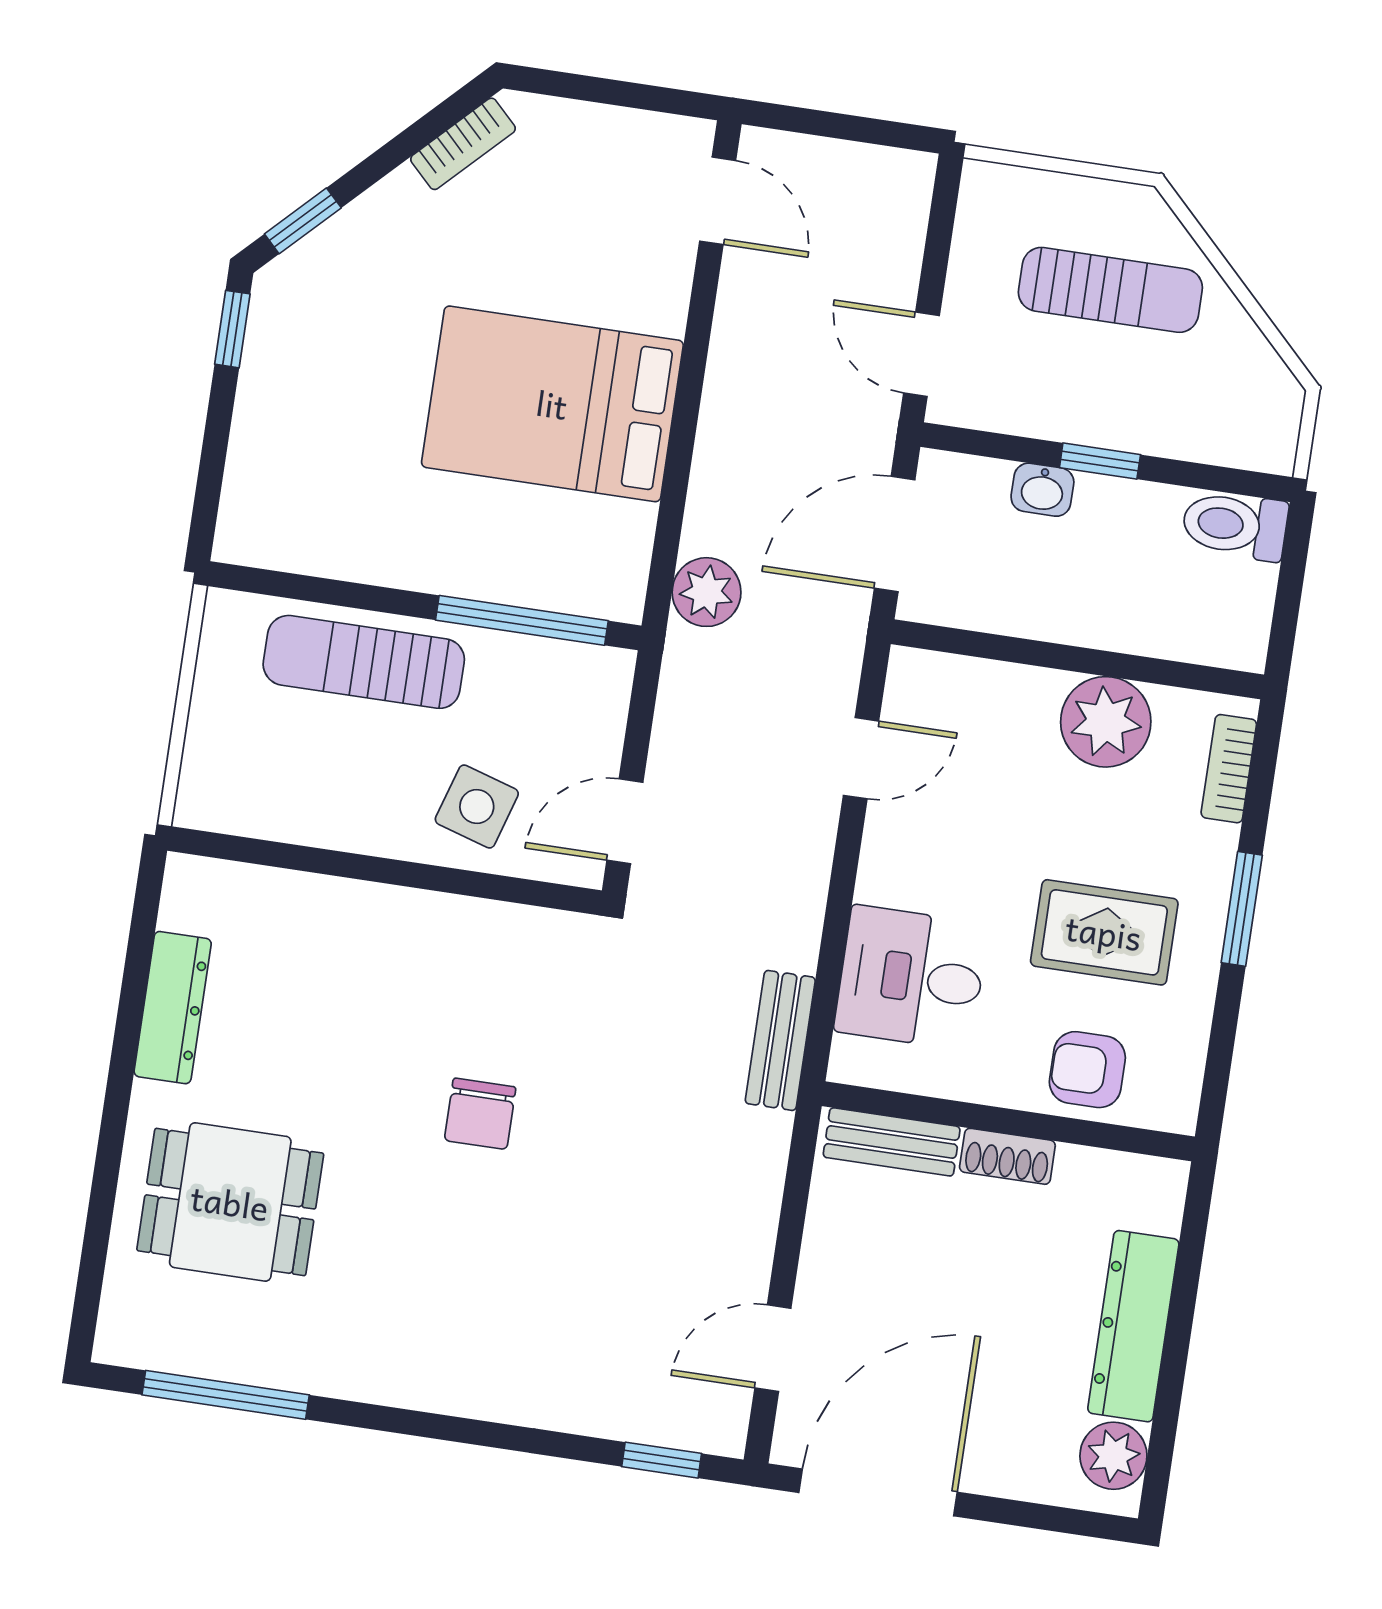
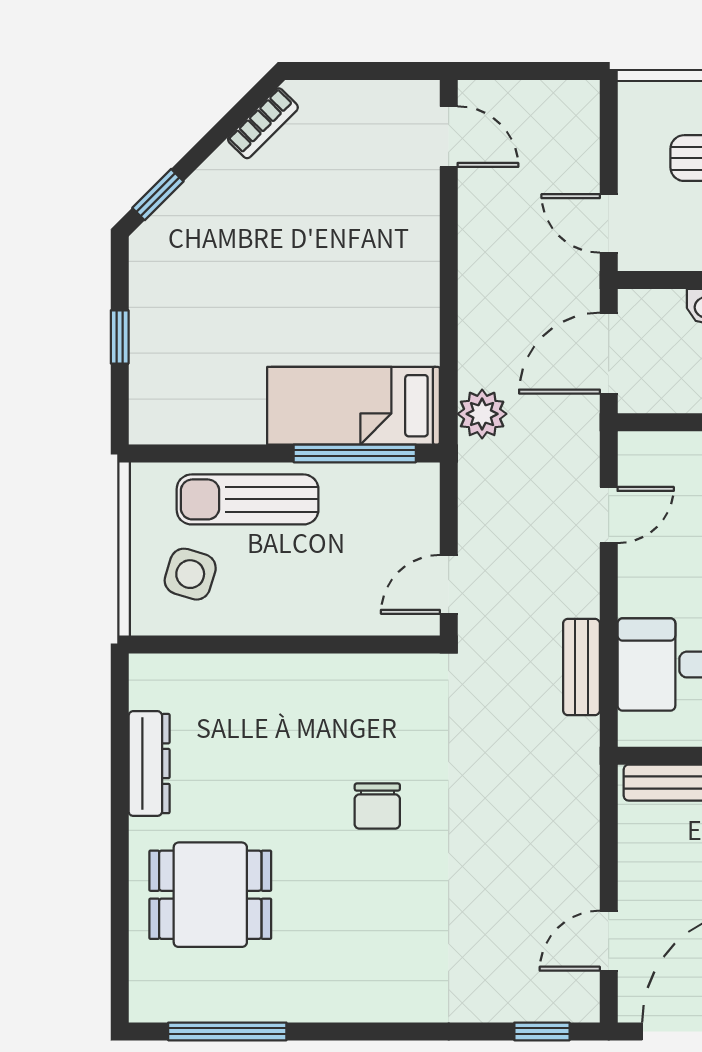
window: (232, 329) -> (120, 337), moved
bed: (552, 404) -> (353, 406), moved, width x0.67
side table: (477, 806) -> (190, 574), moved
bench: (780, 1040) -> (581, 667), moved

